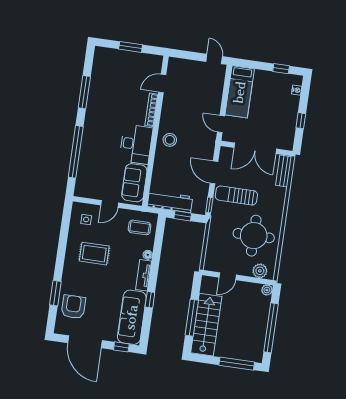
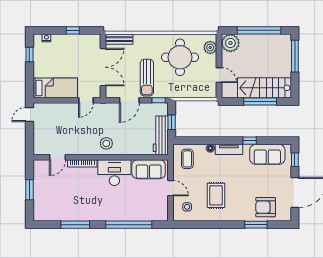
door: (162, 83) -> (58, 157), hinge flipped
plant: (267, 290) -> (230, 43), width x1.87, depth x1.87
sofa: (132, 317) -> (267, 154), width x0.73

